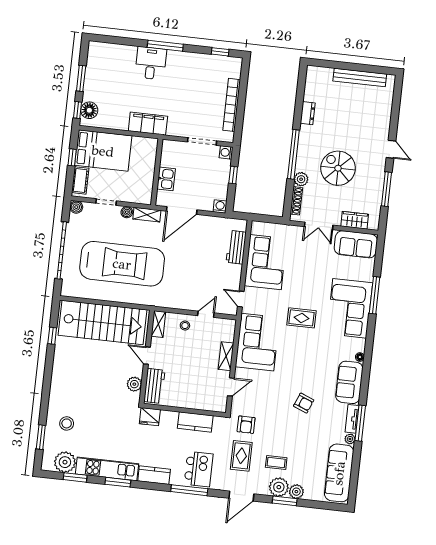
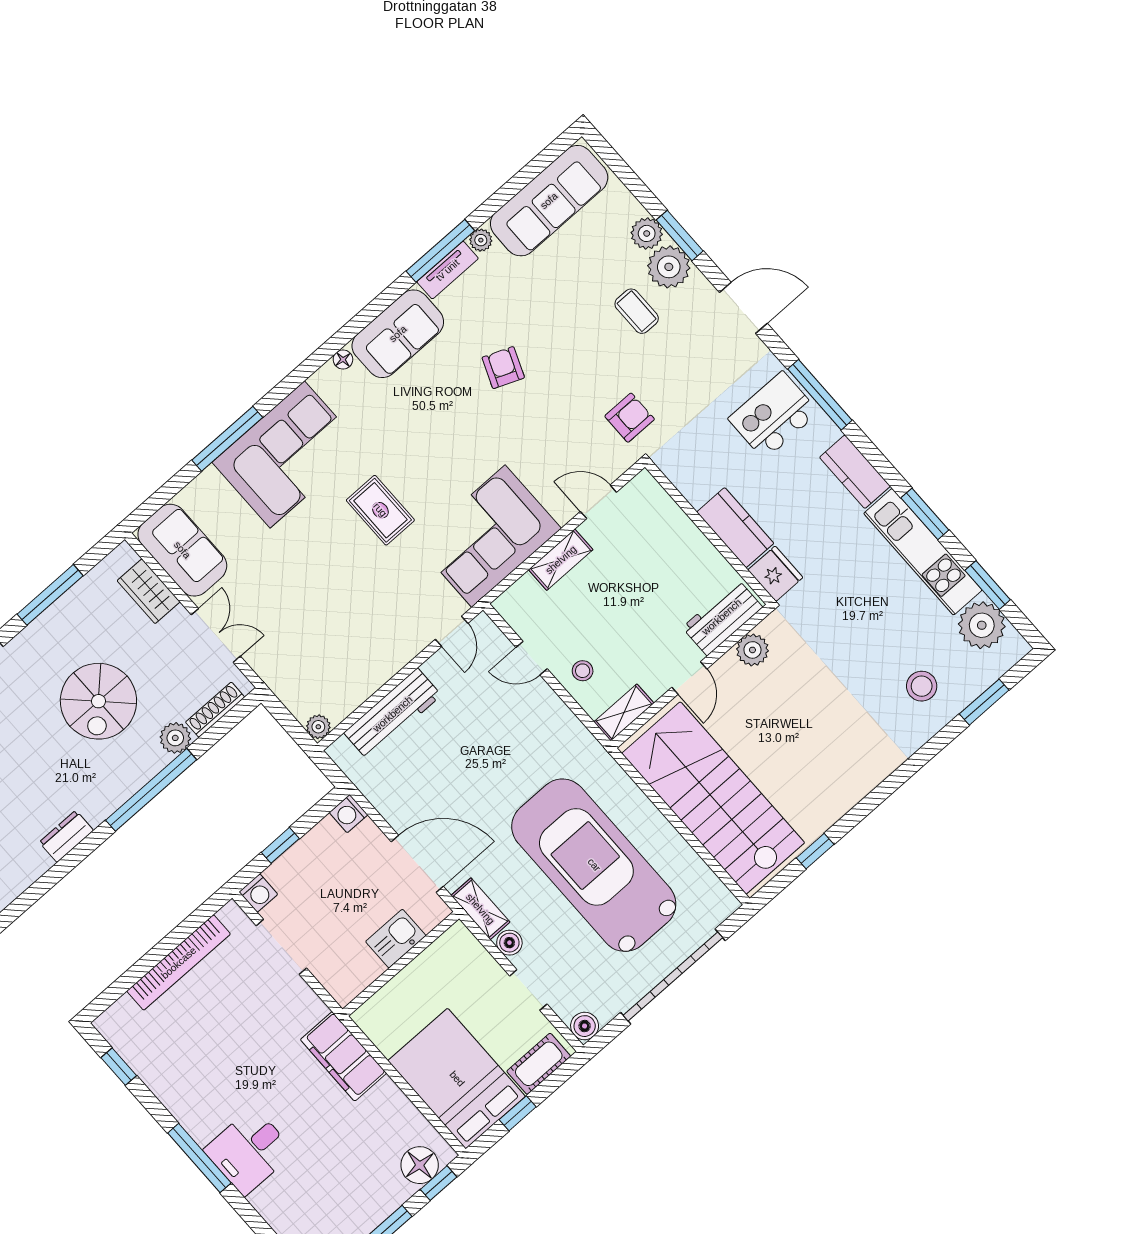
plant: (256, 226) -> (318, 727), added
workbench: (236, 247) -> (393, 714), width x1.38
corner sofa: (266, 262) -> (357, 655), removed
kitchen counter: (195, 422) -> (735, 528), moved
rug: (241, 456) -> (684, 374), removed

